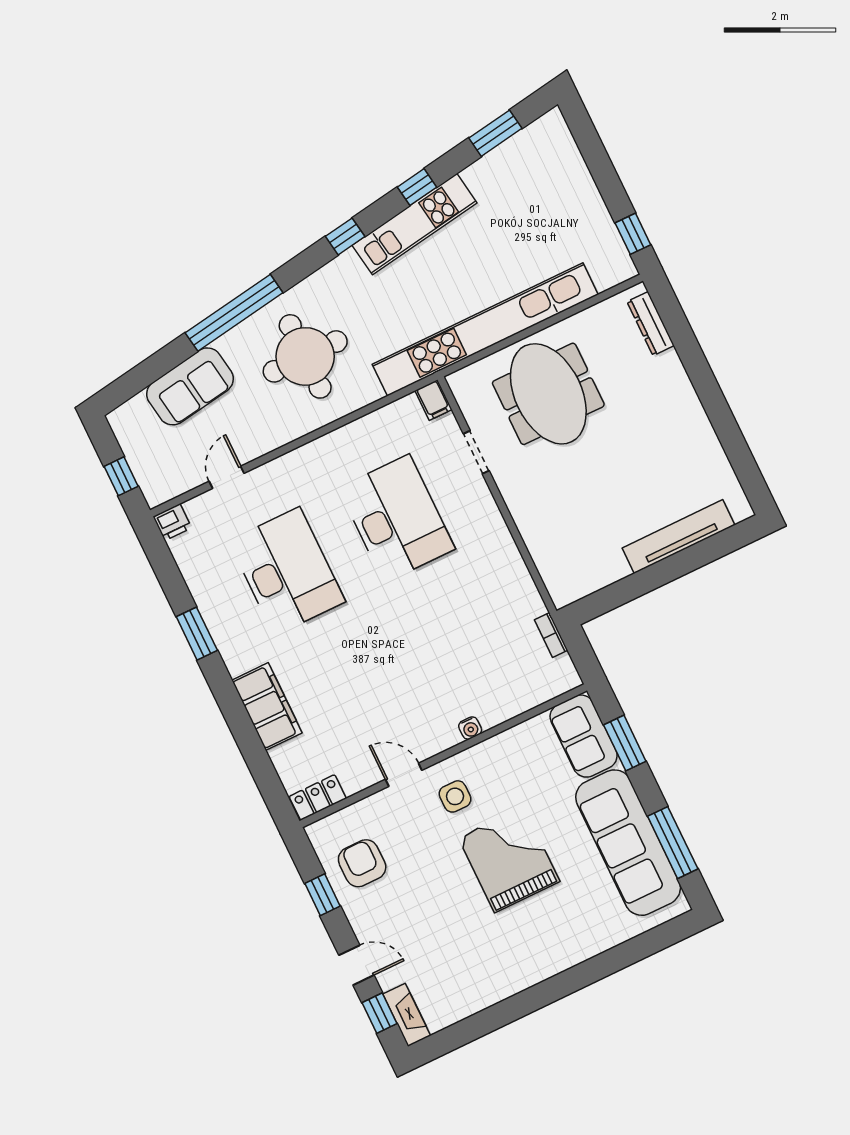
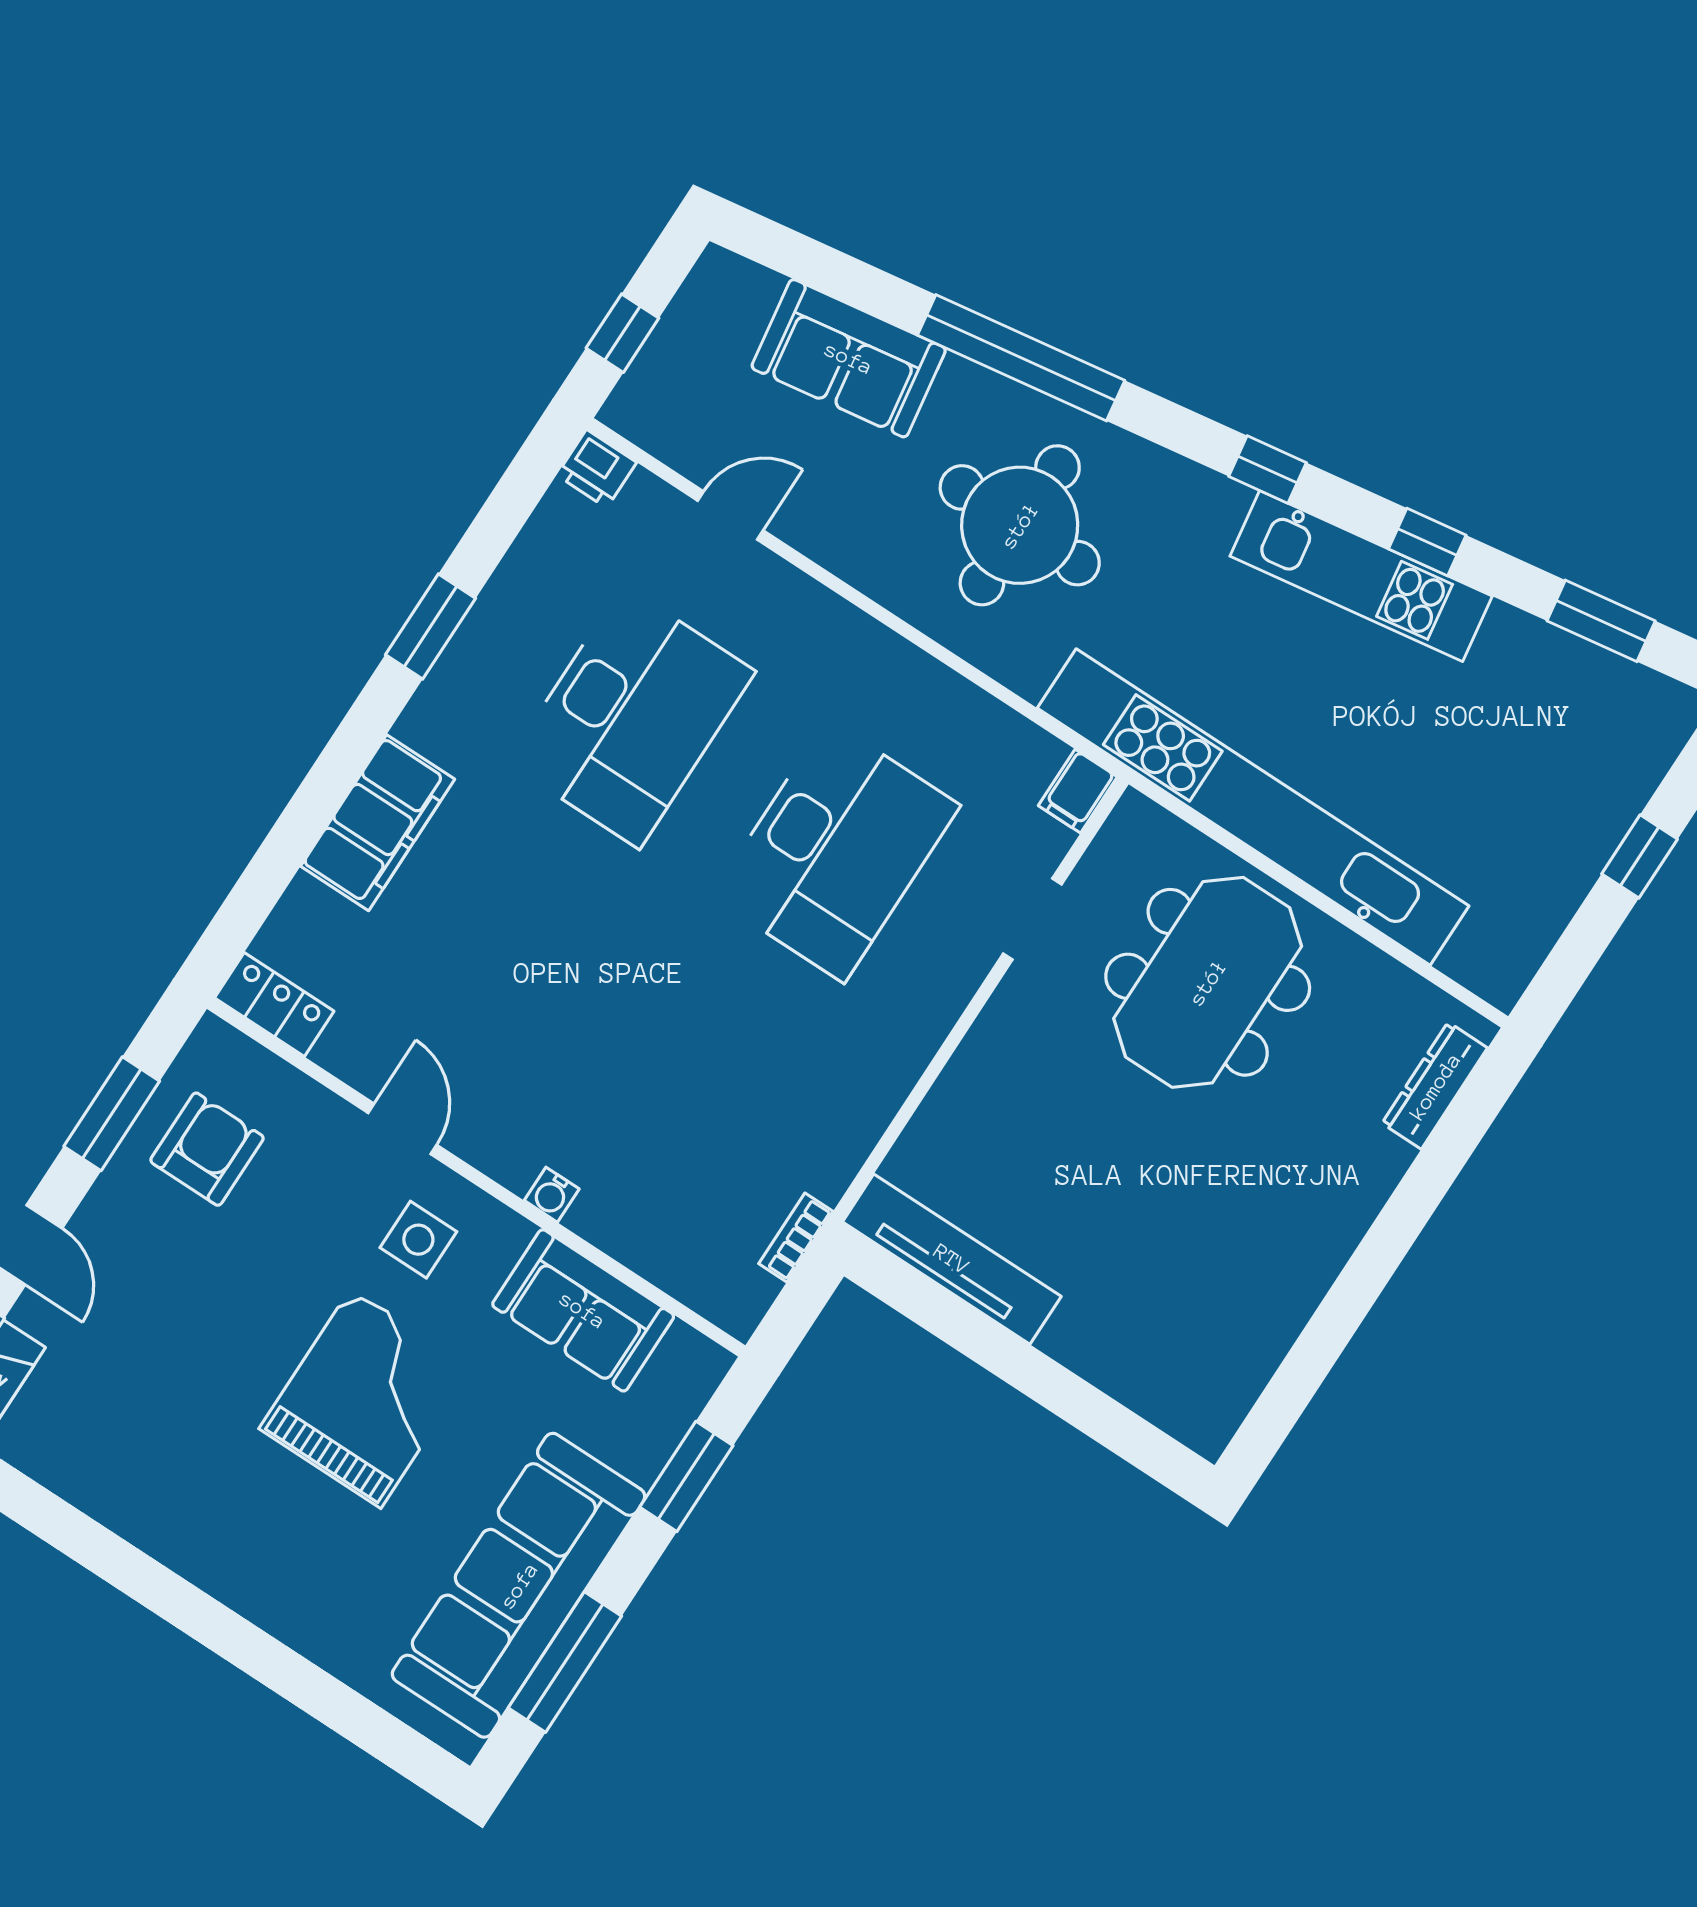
window: (633, 234) -> (1640, 856), moved
tv unit: (678, 537) -> (952, 1259), moved
sofa: (584, 736) -> (583, 1310), moved, turned -90
window: (322, 895) -> (112, 1114), width x1.50

